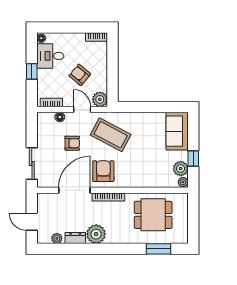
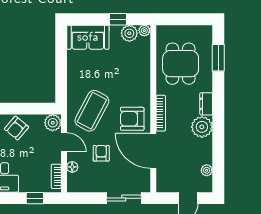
window: (32, 71) -> (35, 198), moved
armchair: (80, 75) -> (17, 128), moved
door: (82, 110) -> (64, 142), swing flipped
dresser: (75, 238) -> (206, 104), moved

